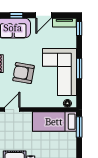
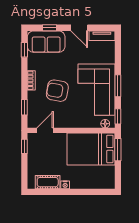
door: (44, 15) -> (79, 28), hinge flipped
window: (79, 28) -> (118, 116), moved
bed: (54, 122) -> (91, 149), width x1.50

